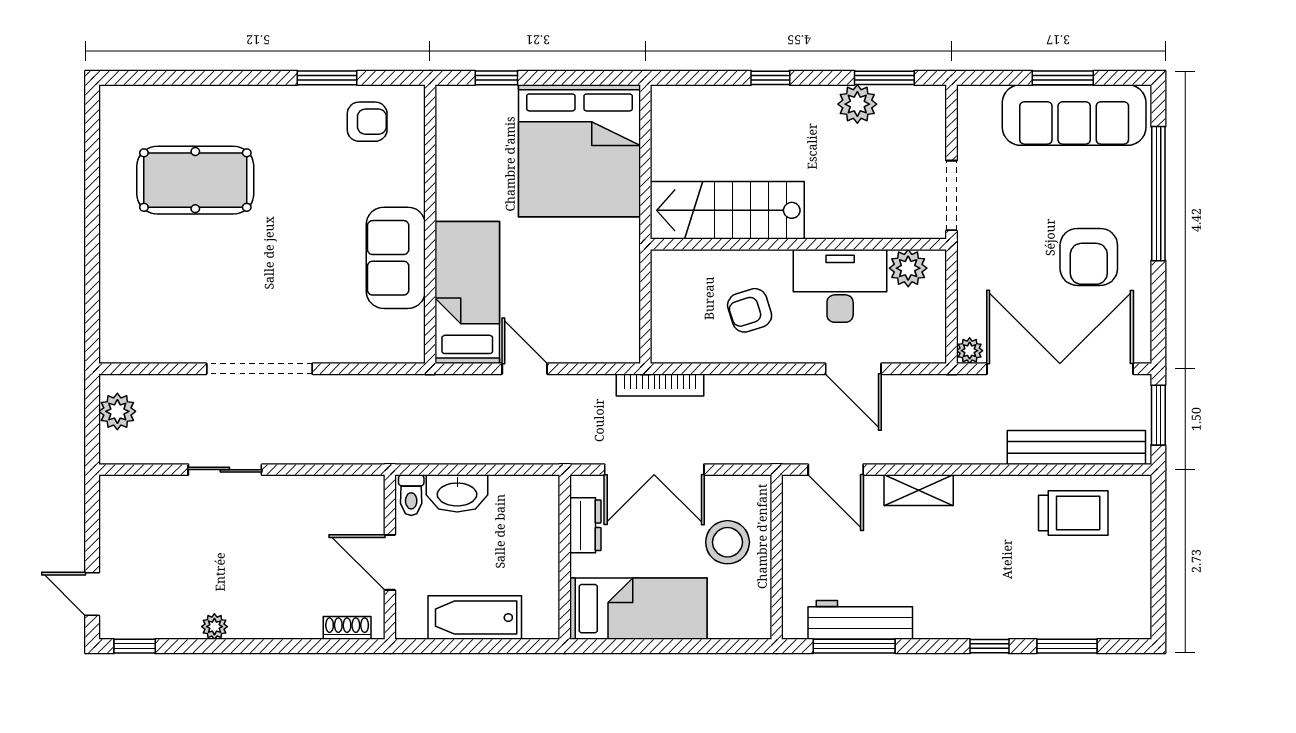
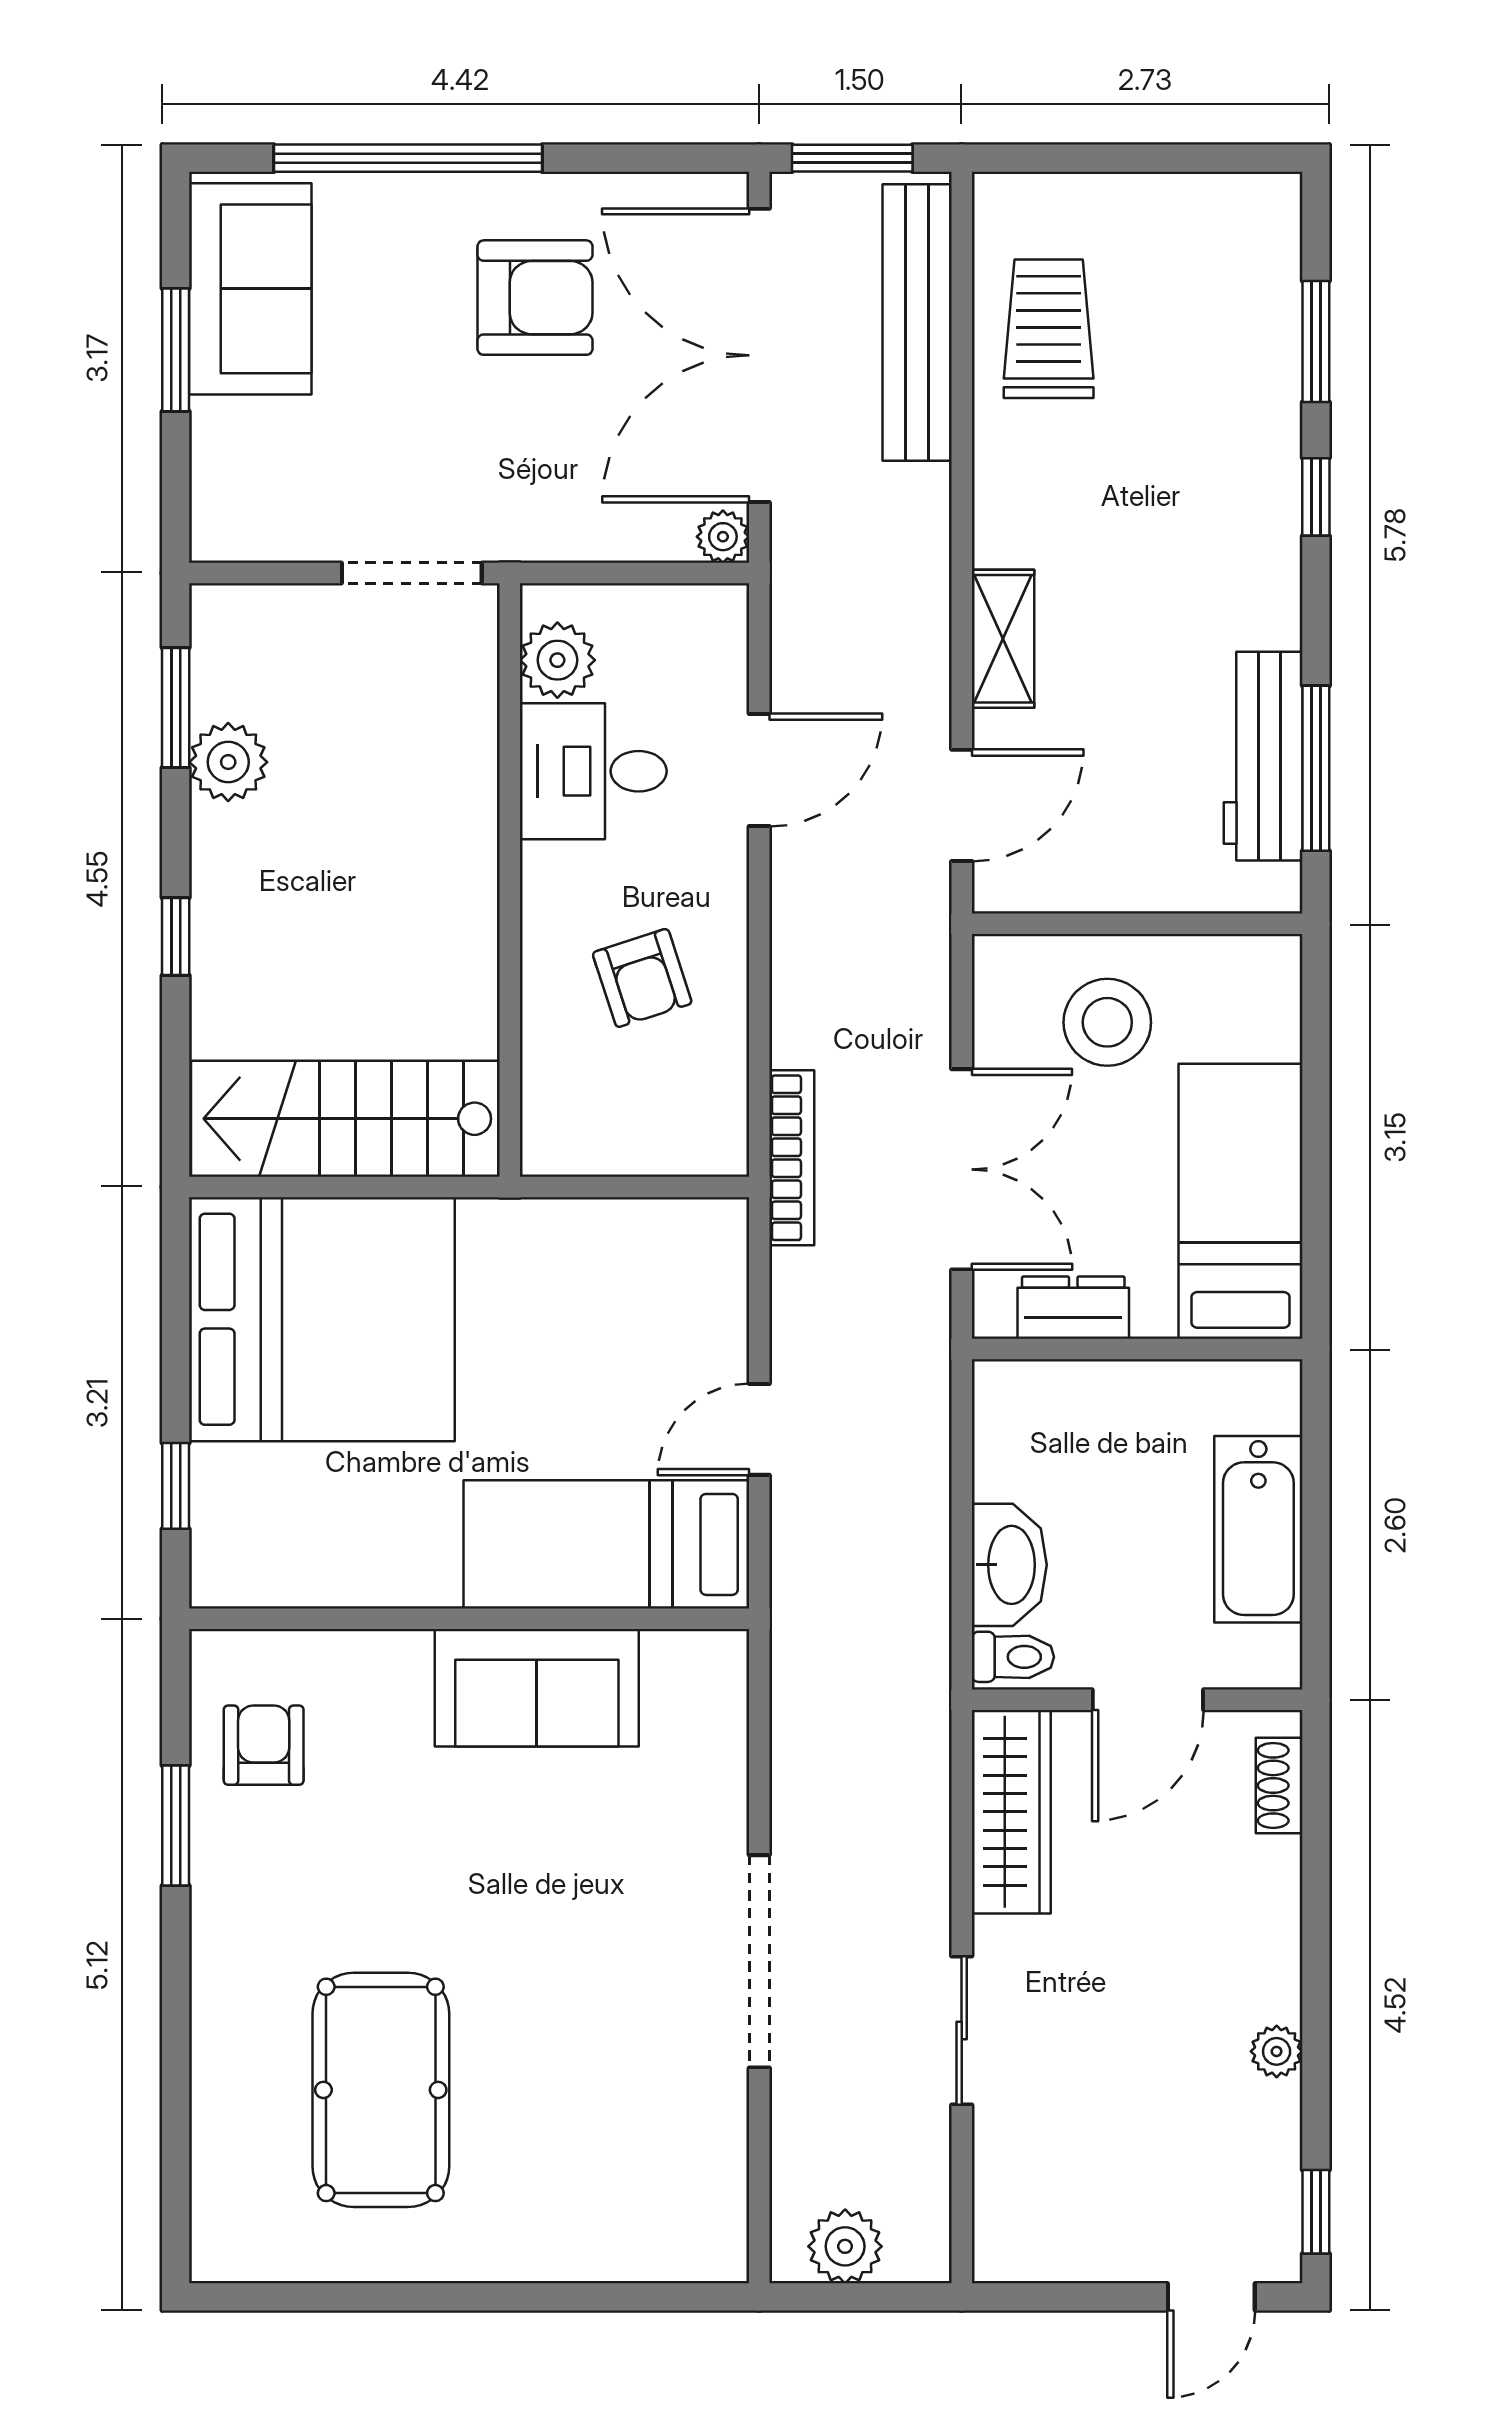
sofa: (1074, 115) -> (250, 289), width x0.73
stairs: (727, 210) -> (345, 1119), moved, turned 90
desk: (840, 286) -> (593, 771), width x0.73
wardrobe: (334, 494) -> (1011, 1812), added

